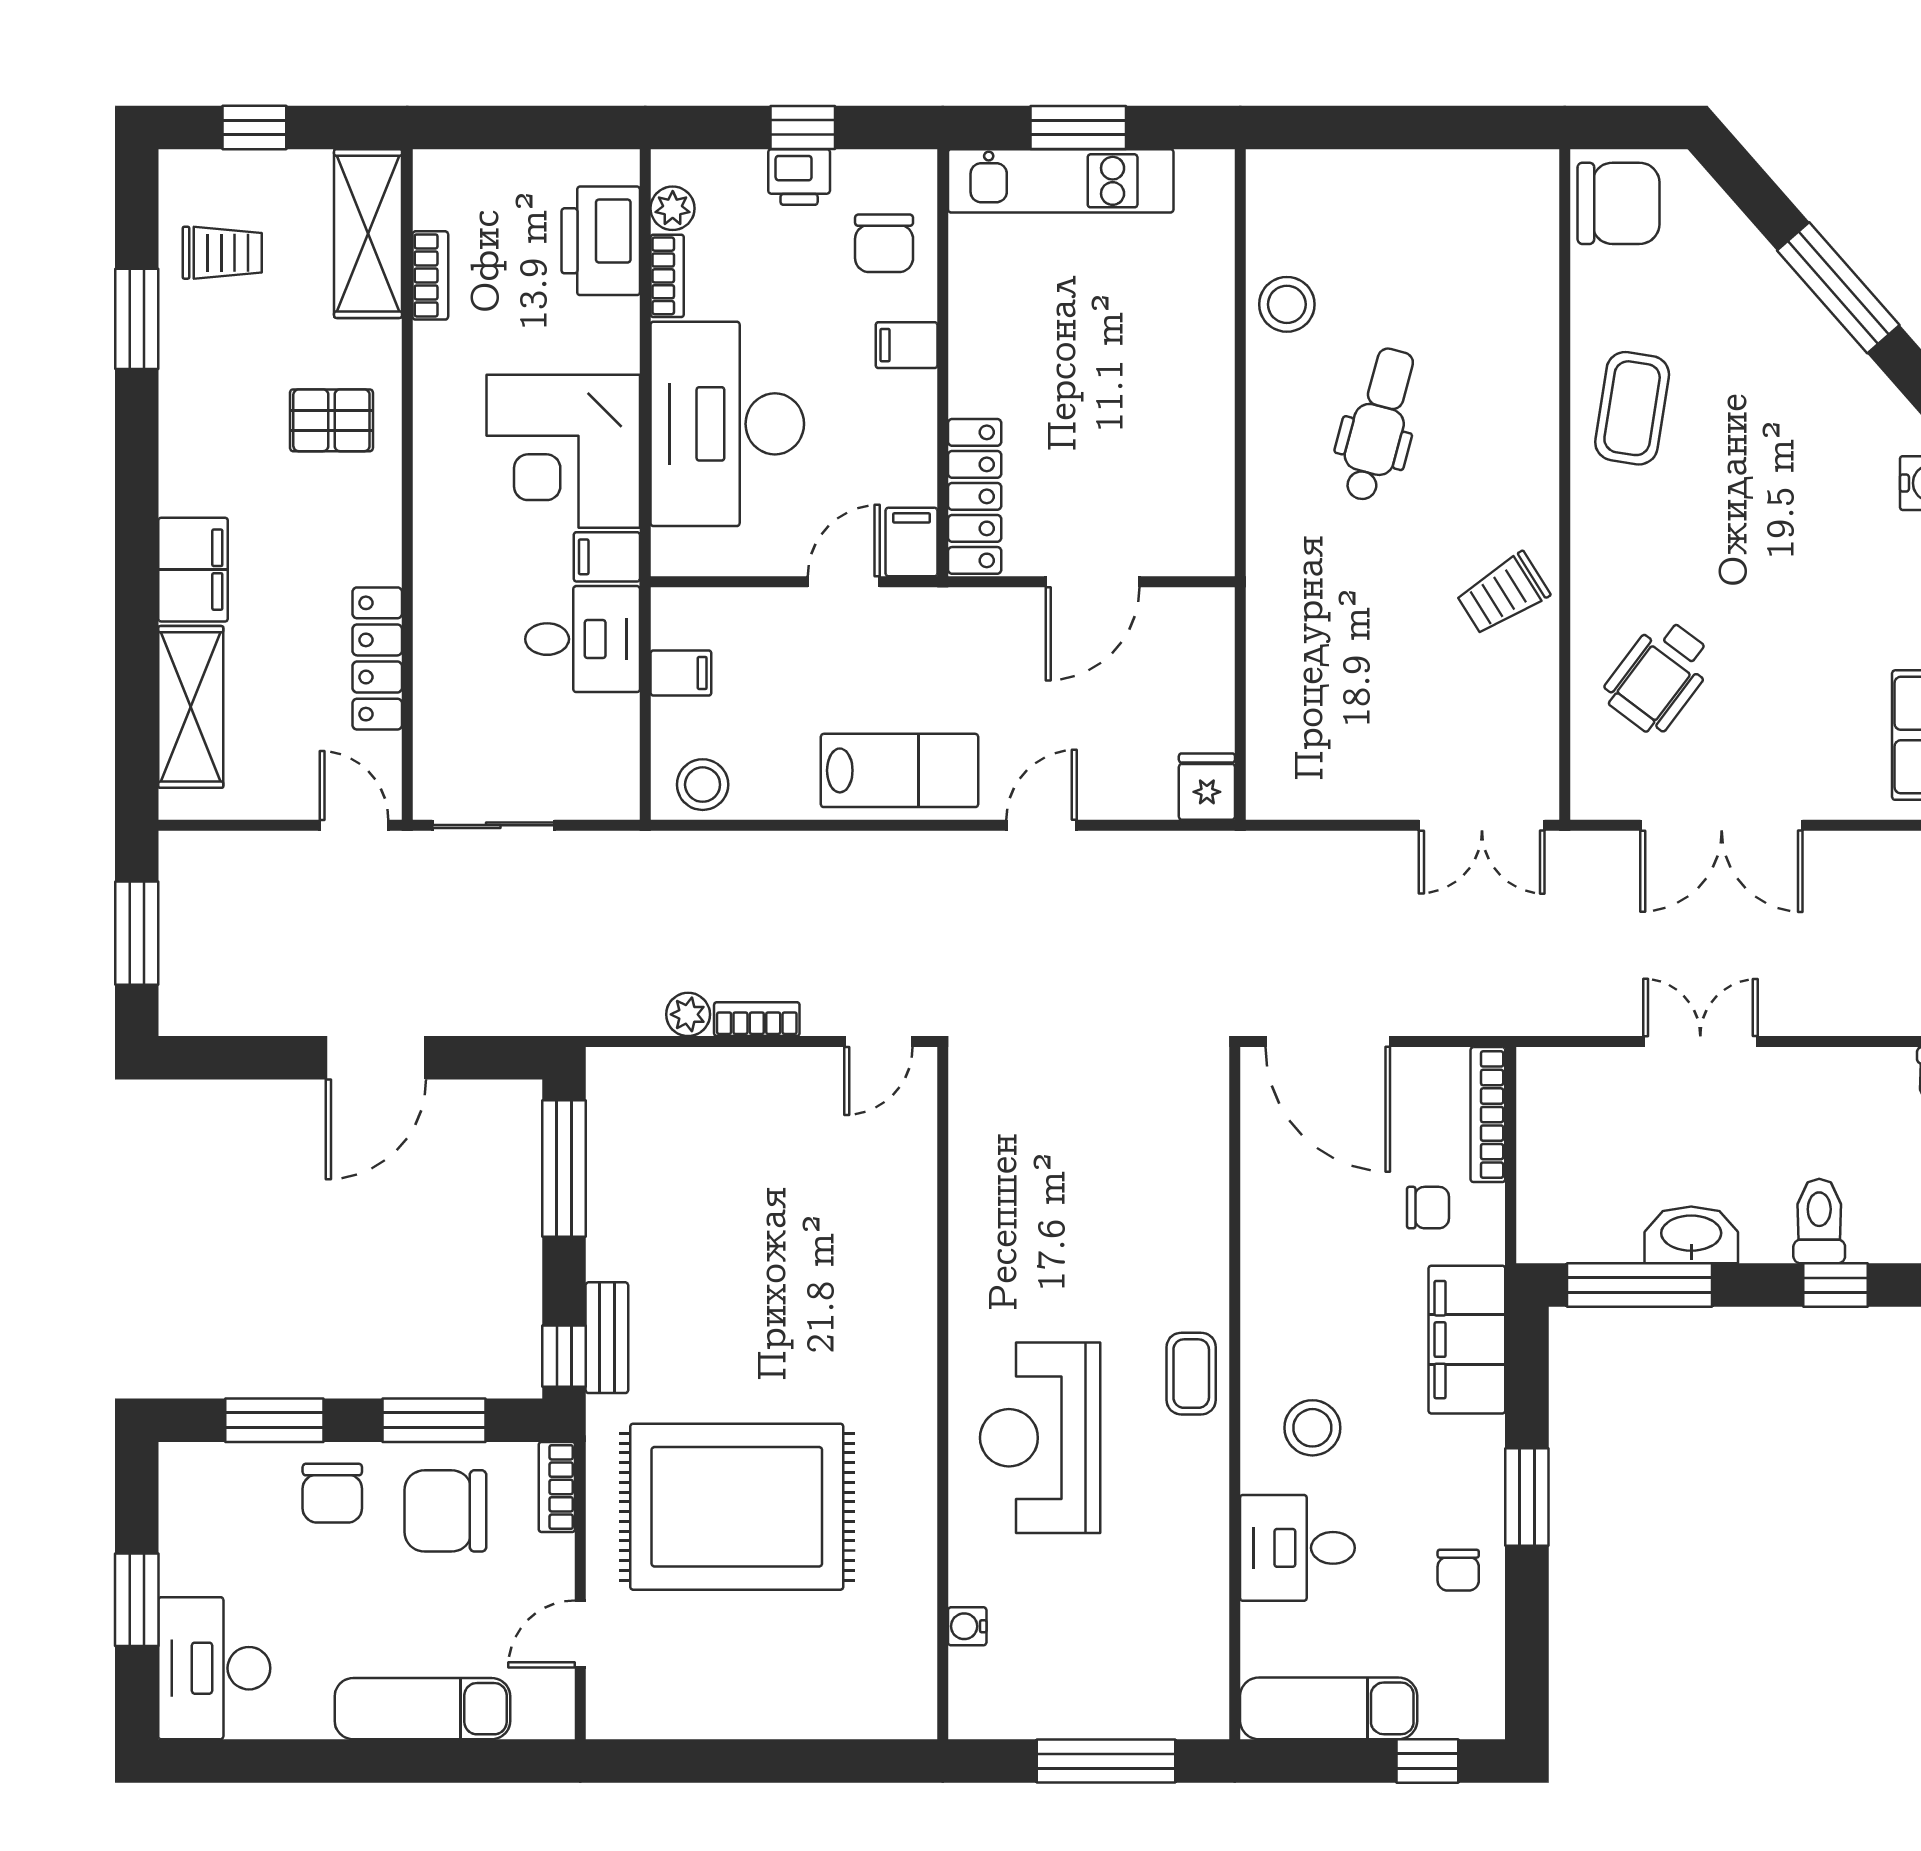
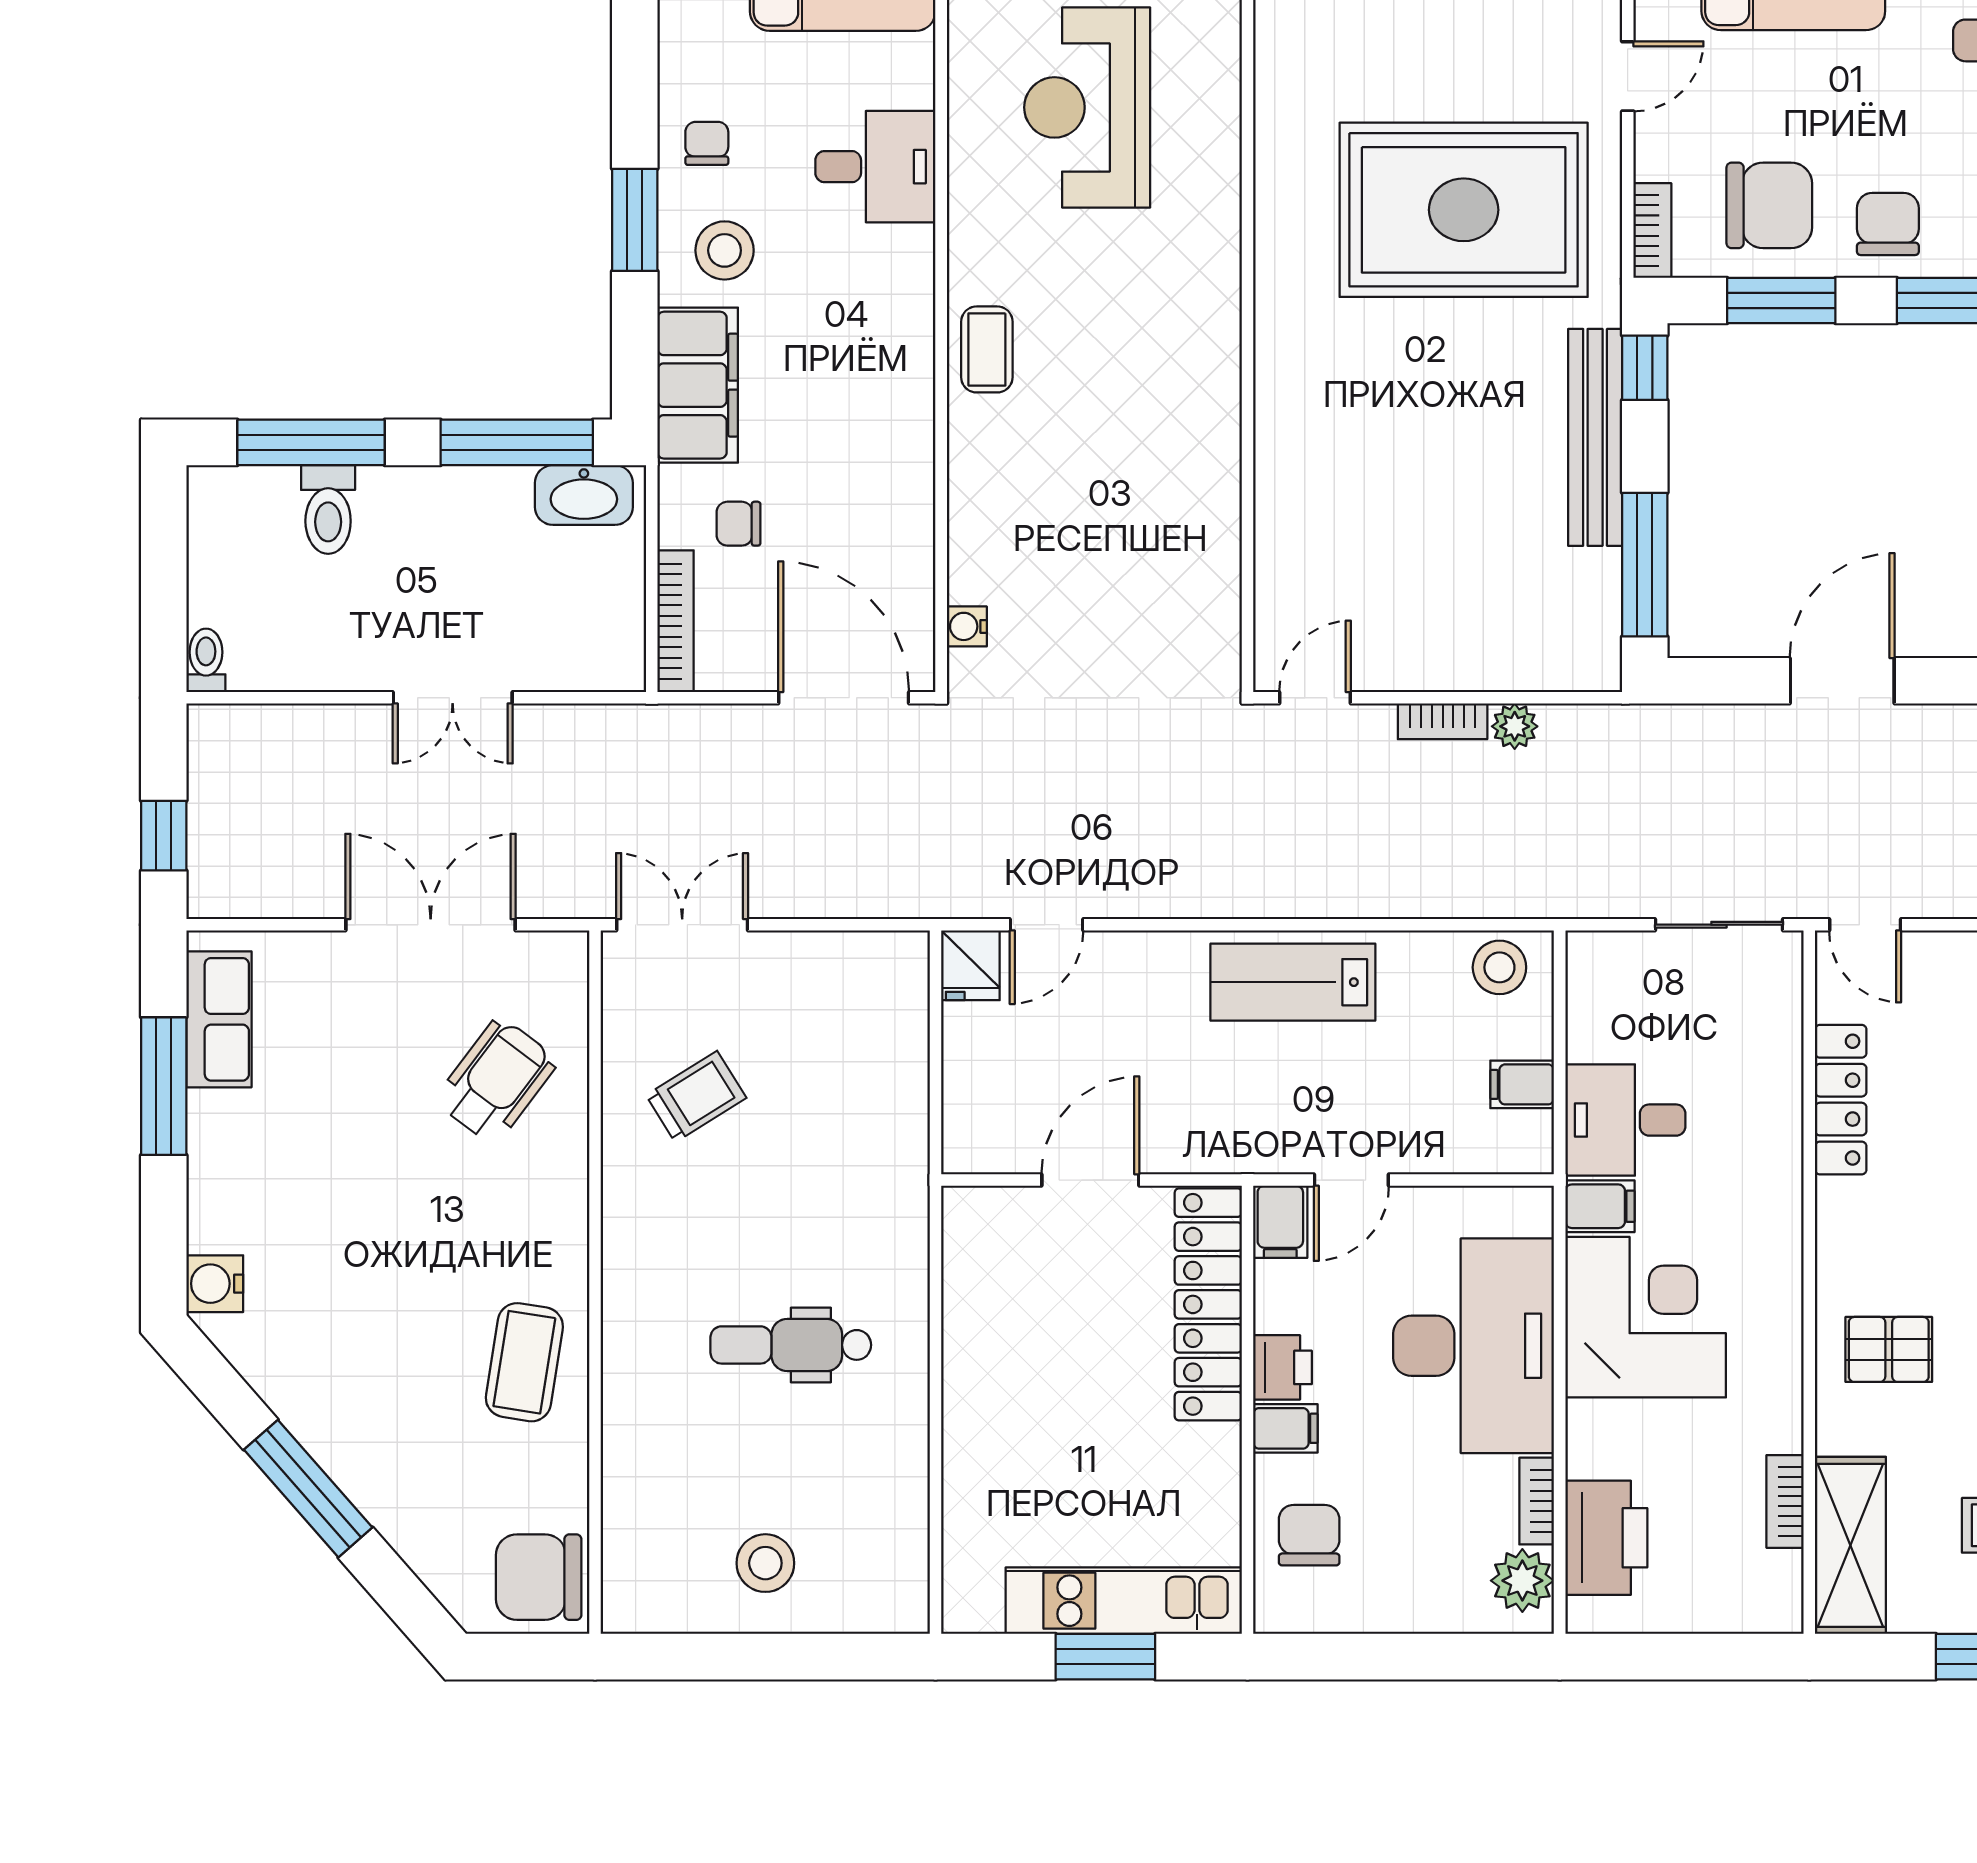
window: (803, 127) -> (1394, 1657), removed
printer: (799, 177) -> (1283, 1367), moved, turned 90
plant: (673, 208) -> (1522, 1581), width x1.38, depth x1.38
stool: (1287, 304) -> (765, 1563), moved
dental chair: (1378, 425) -> (791, 1345), turned 75
locker: (975, 496) -> (1208, 1304), width x1.41, depth x1.21
trolley: (1503, 594) -> (696, 1097), moved
door: (1042, 825) -> (1047, 925), moved
washbasin: (1691, 1235) -> (584, 495), moved
window: (1836, 1285) -> (311, 442), width x2.17
bench: (607, 1338) -> (1595, 437), width x1.86, depth x1.21
stool: (1312, 1428) -> (725, 250), moved
reception desk: (1040, 1438) -> (1087, 107), moved, turned 180
water cooler: (967, 1626) -> (967, 626), moved, turned 180

